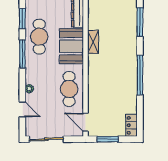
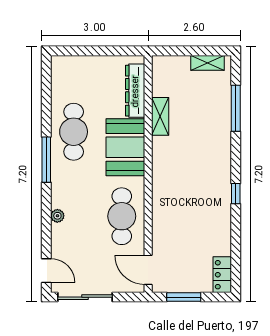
window: (22, 19) -> (46, 103), removed
shelving: (93, 42) -> (160, 116), moved
window: (140, 75) -> (236, 194), width x0.32
door: (22, 109) -> (46, 271), moved

